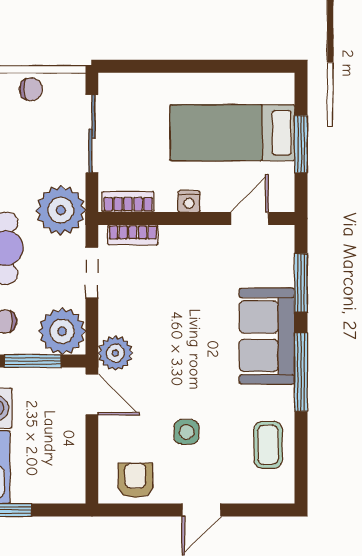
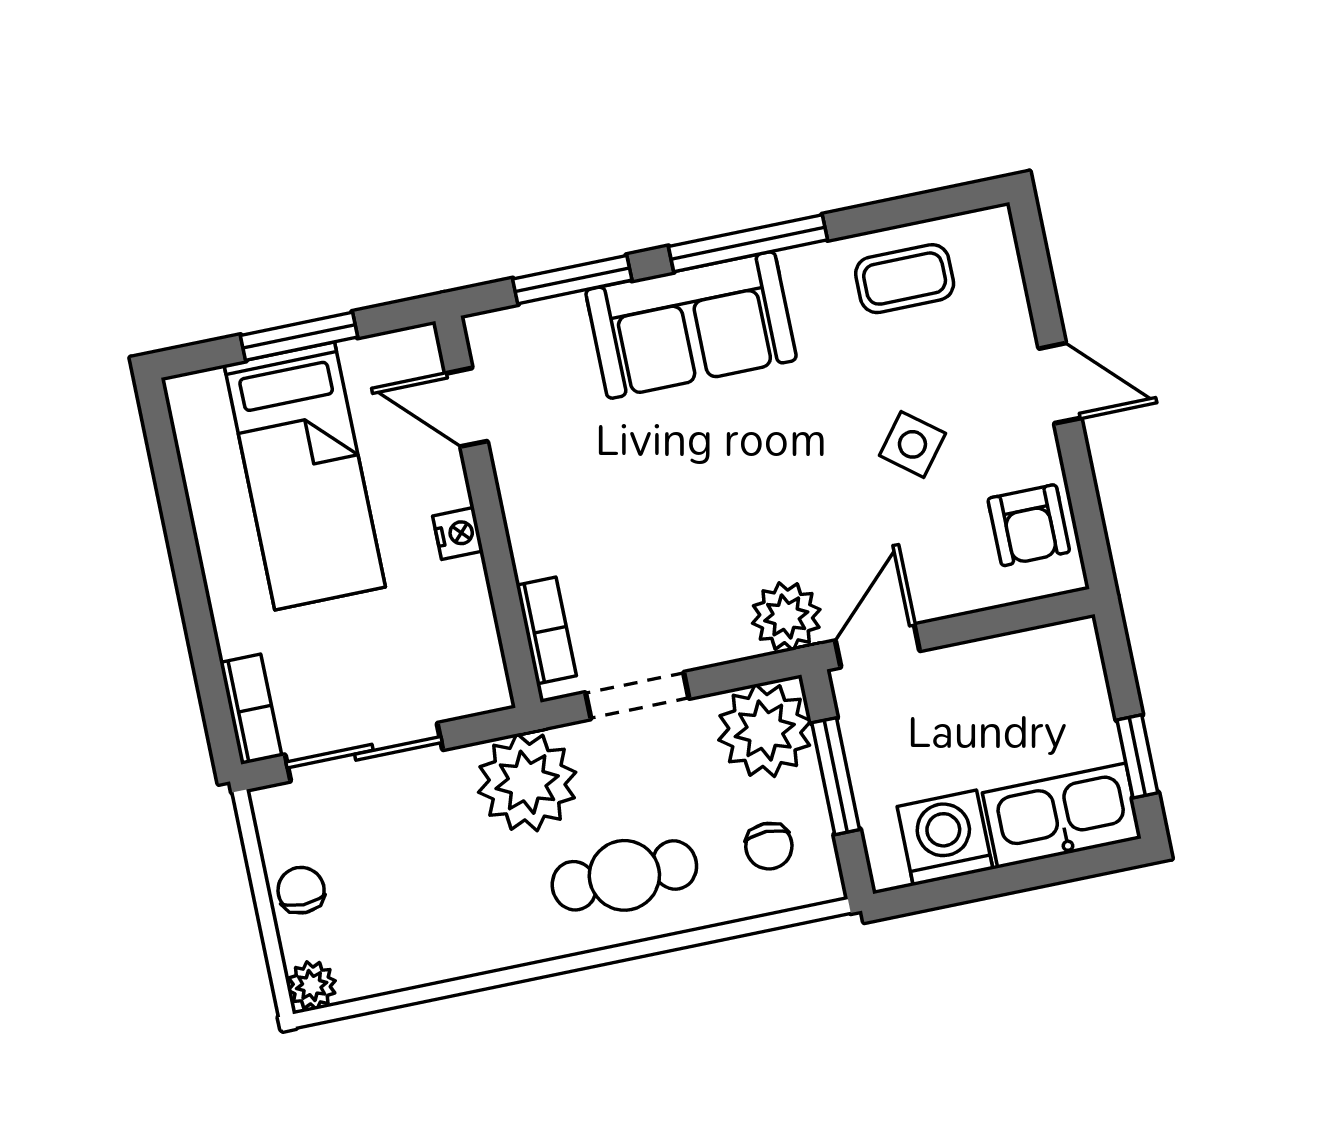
bookcase: (128, 202) -> (251, 709), moved, turned 180
side table: (186, 432) -> (912, 444), turned 38
armchair: (135, 480) -> (1029, 525), turned -90

